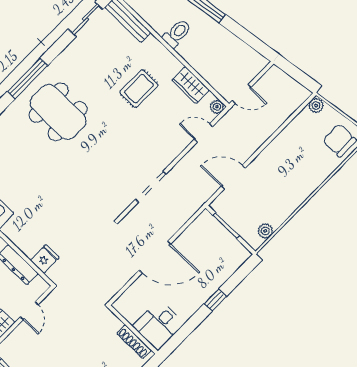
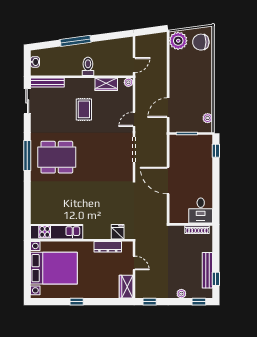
toilet: (177, 33) -> (88, 66), moved
plant: (316, 106) -> (178, 41), width x1.87, depth x1.87
door: (203, 133) -> (134, 119), moved
door: (155, 257) -> (168, 181), swing flipped
window: (215, 300) -> (216, 151), moved

